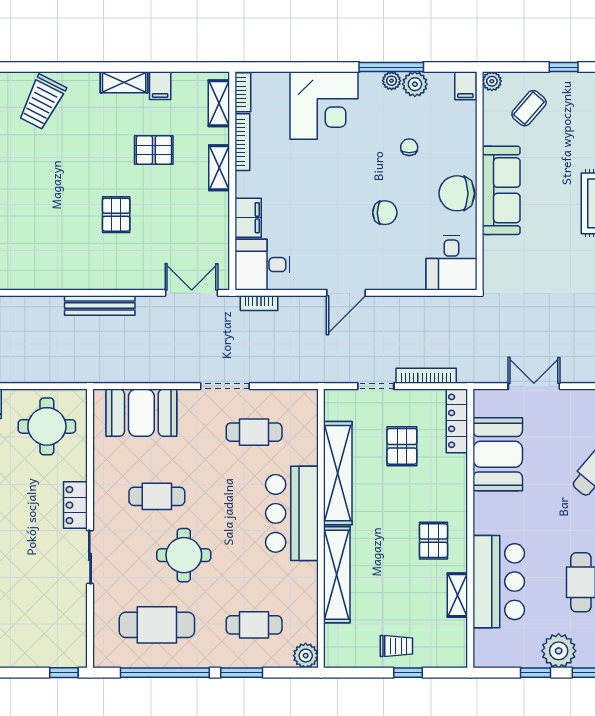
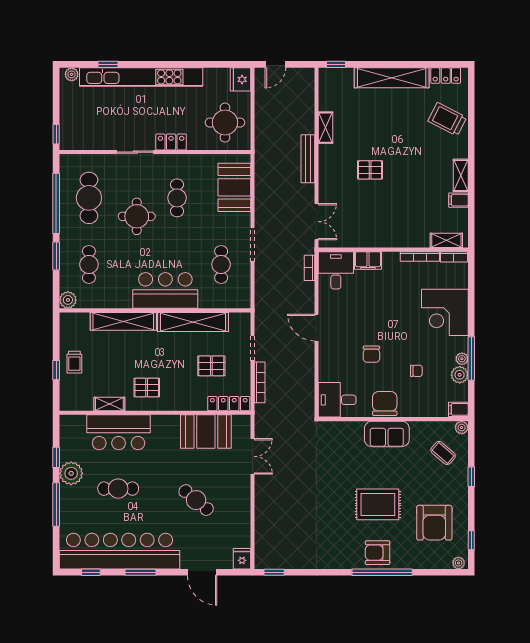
pallet: (154, 150) -> (414, 196), removed
shelving: (219, 168) -> (325, 128), moved, turned 90
sofa: (501, 190) -> (387, 434), width x0.73

